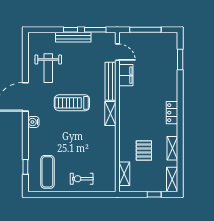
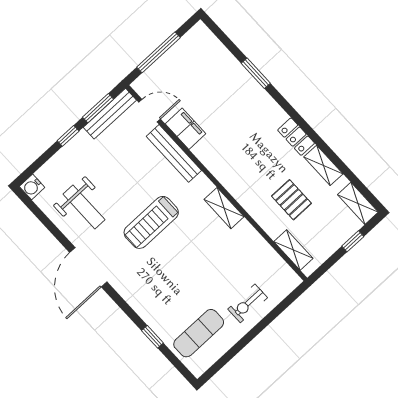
bench: (73, 37) -> (110, 114), moved
window: (180, 60) -> (256, 73), moved
shelving: (110, 113) -> (224, 208), moved
locker: (172, 113) -> (296, 137), moved
water cooler: (33, 122) -> (32, 187), moved
window: (25, 167) -> (152, 337), moved
exercise mat: (47, 172) -> (199, 333), turned 90

